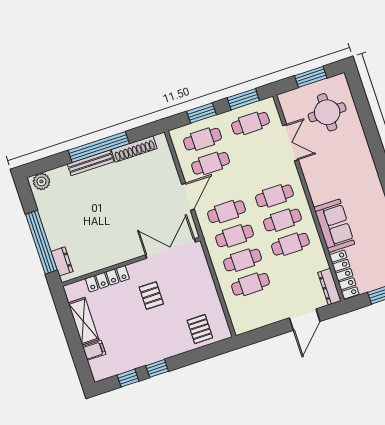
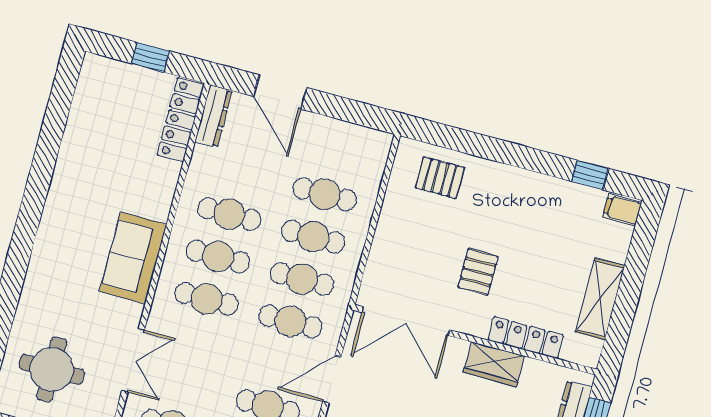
double door: (290, 143) -> (133, 360), swing flipped
sofa: (334, 226) -> (133, 258), moved
wardrobe: (114, 256) -> (494, 364), added
door: (305, 320) -> (280, 92), swing flipped
pallet: (200, 329) -> (440, 178), turned 90
filing cabinet: (94, 350) -> (622, 210), moved
window: (157, 368) -> (539, 161), removed

